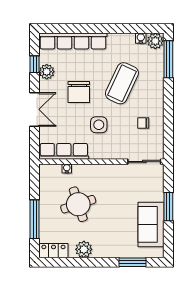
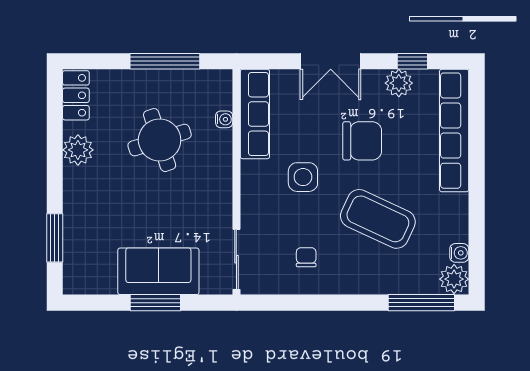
chair: (79, 92) -> (362, 141), turned 180
window: (35, 219) -> (165, 61), moved
sofa: (151, 224) -> (158, 271), moved

